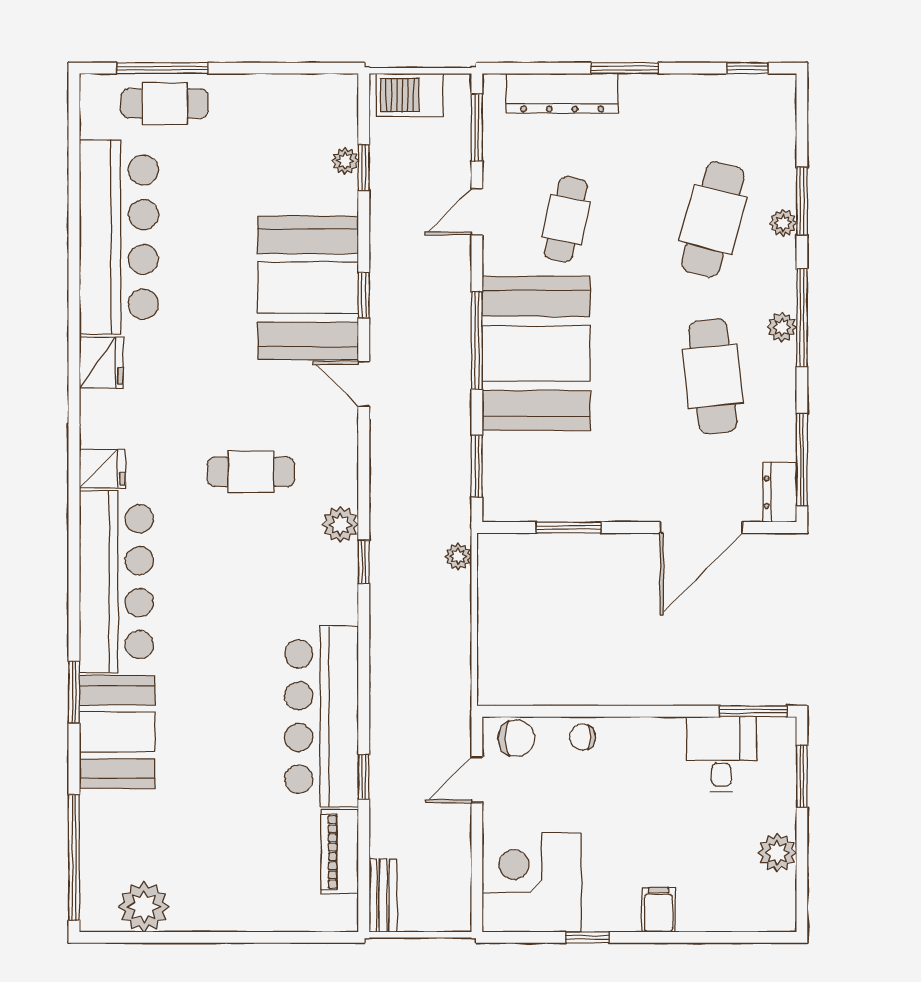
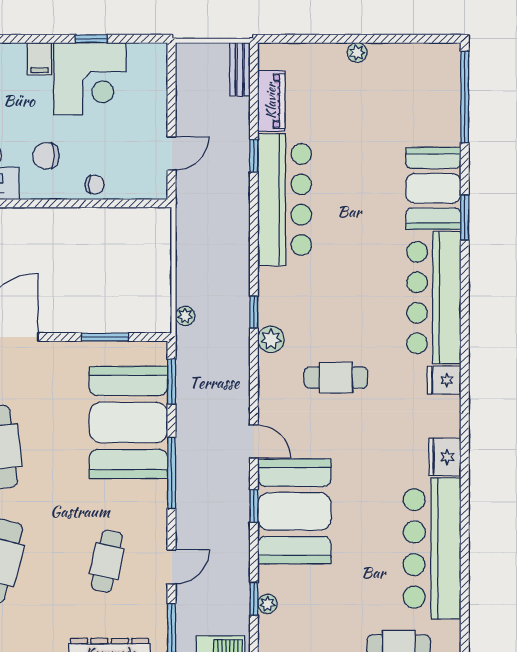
booth: (536, 353) -> (128, 422), moved
chair: (517, 738) -> (46, 156), moved
corner desk: (532, 882) -> (90, 79), moved
plant: (144, 907) -> (357, 53), moved, width x0.53, depth x0.53

